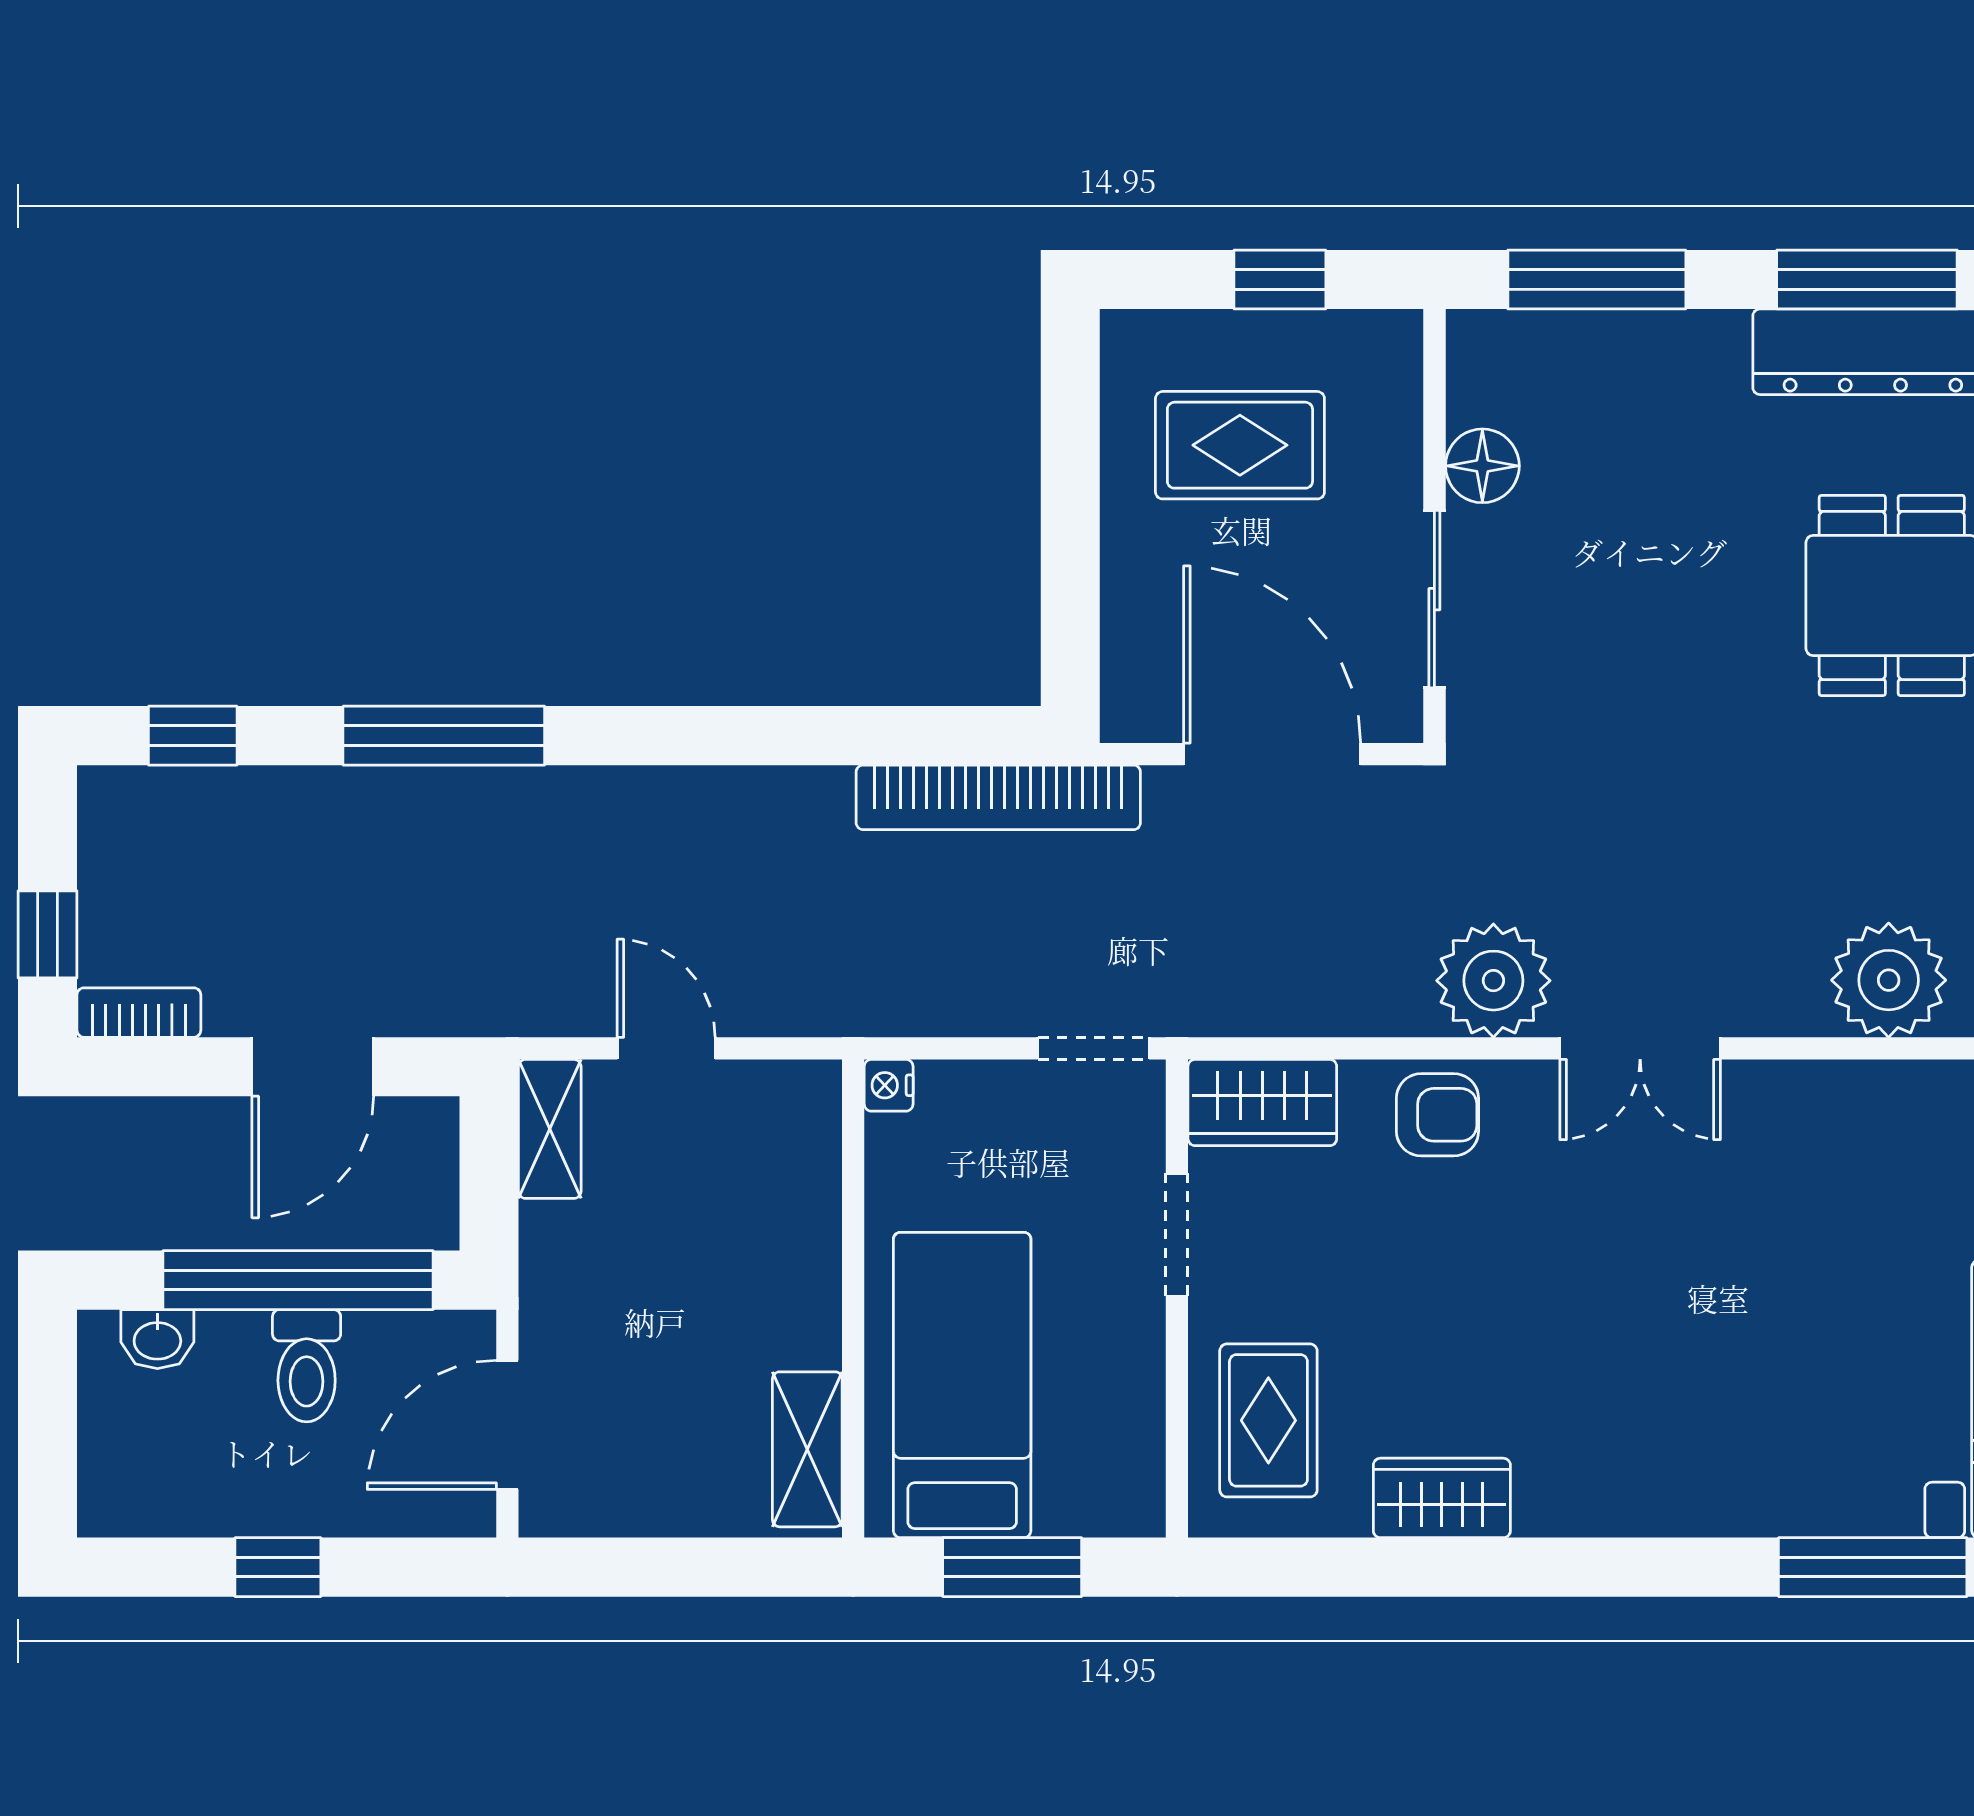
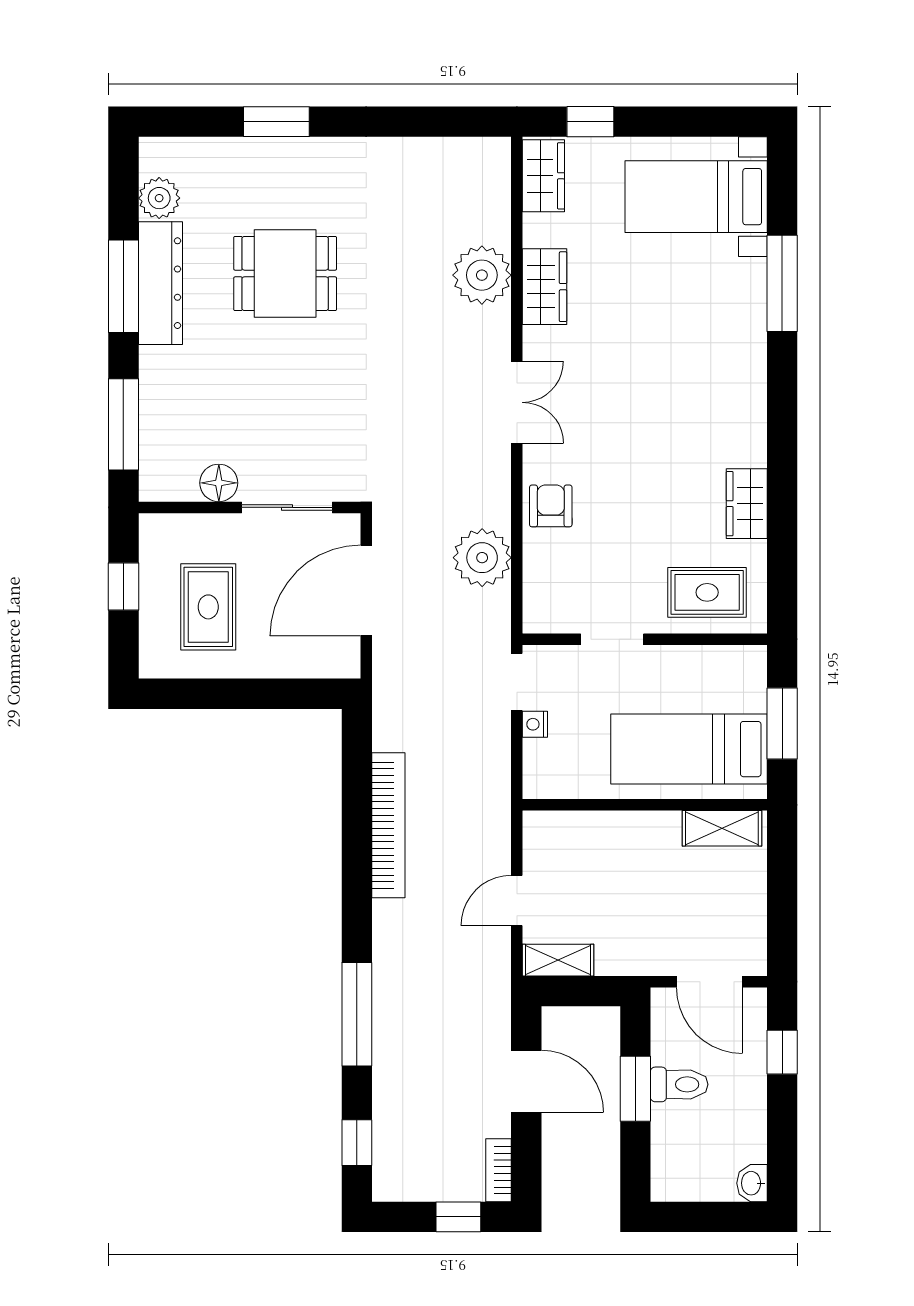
bookcase: (998, 797) -> (388, 825), moved
plant: (1493, 981) -> (482, 558), moved
nightstand: (889, 1085) -> (535, 724), moved, turned 90
wardrobe: (1262, 1103) -> (544, 287), moved
window: (298, 1280) -> (635, 1089), width x0.47
washbasin: (157, 1339) -> (752, 1183), moved, turned 180
window: (278, 1567) -> (782, 1052), moved

